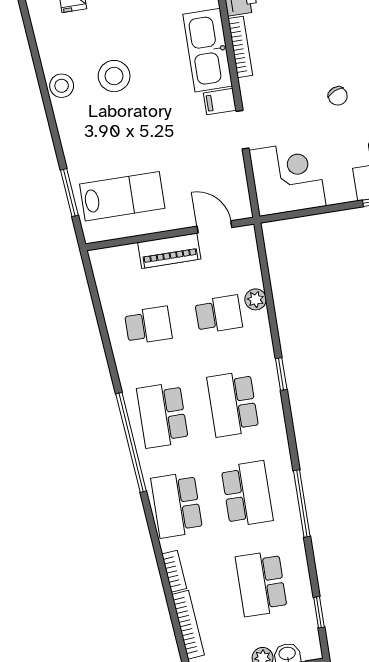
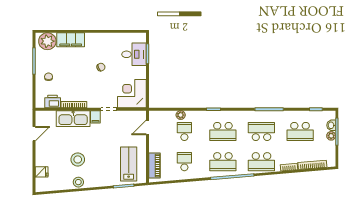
piano: (169, 251) -> (155, 166), moved

